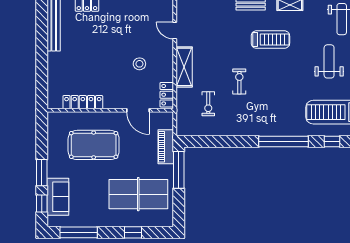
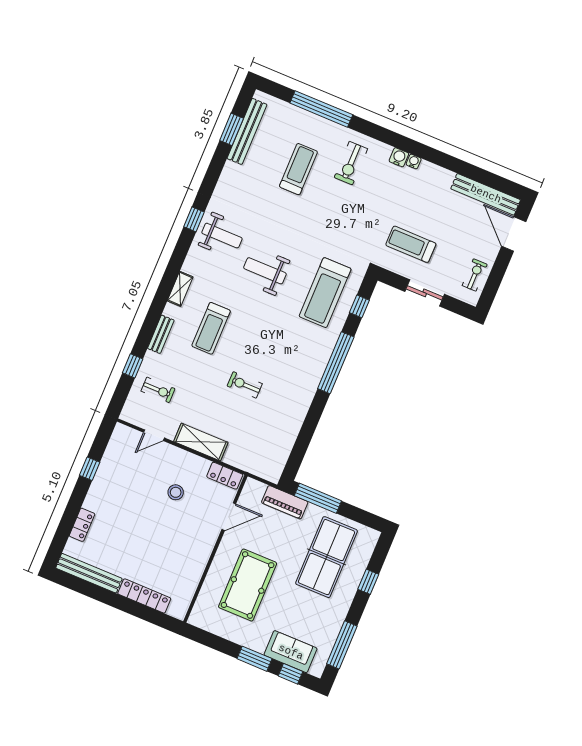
treadmill: (270, 40) -> (211, 328), turned 180
locker: (83, 102) -> (144, 596), moved, turned 90
exercise bike: (208, 104) -> (158, 390), moved

